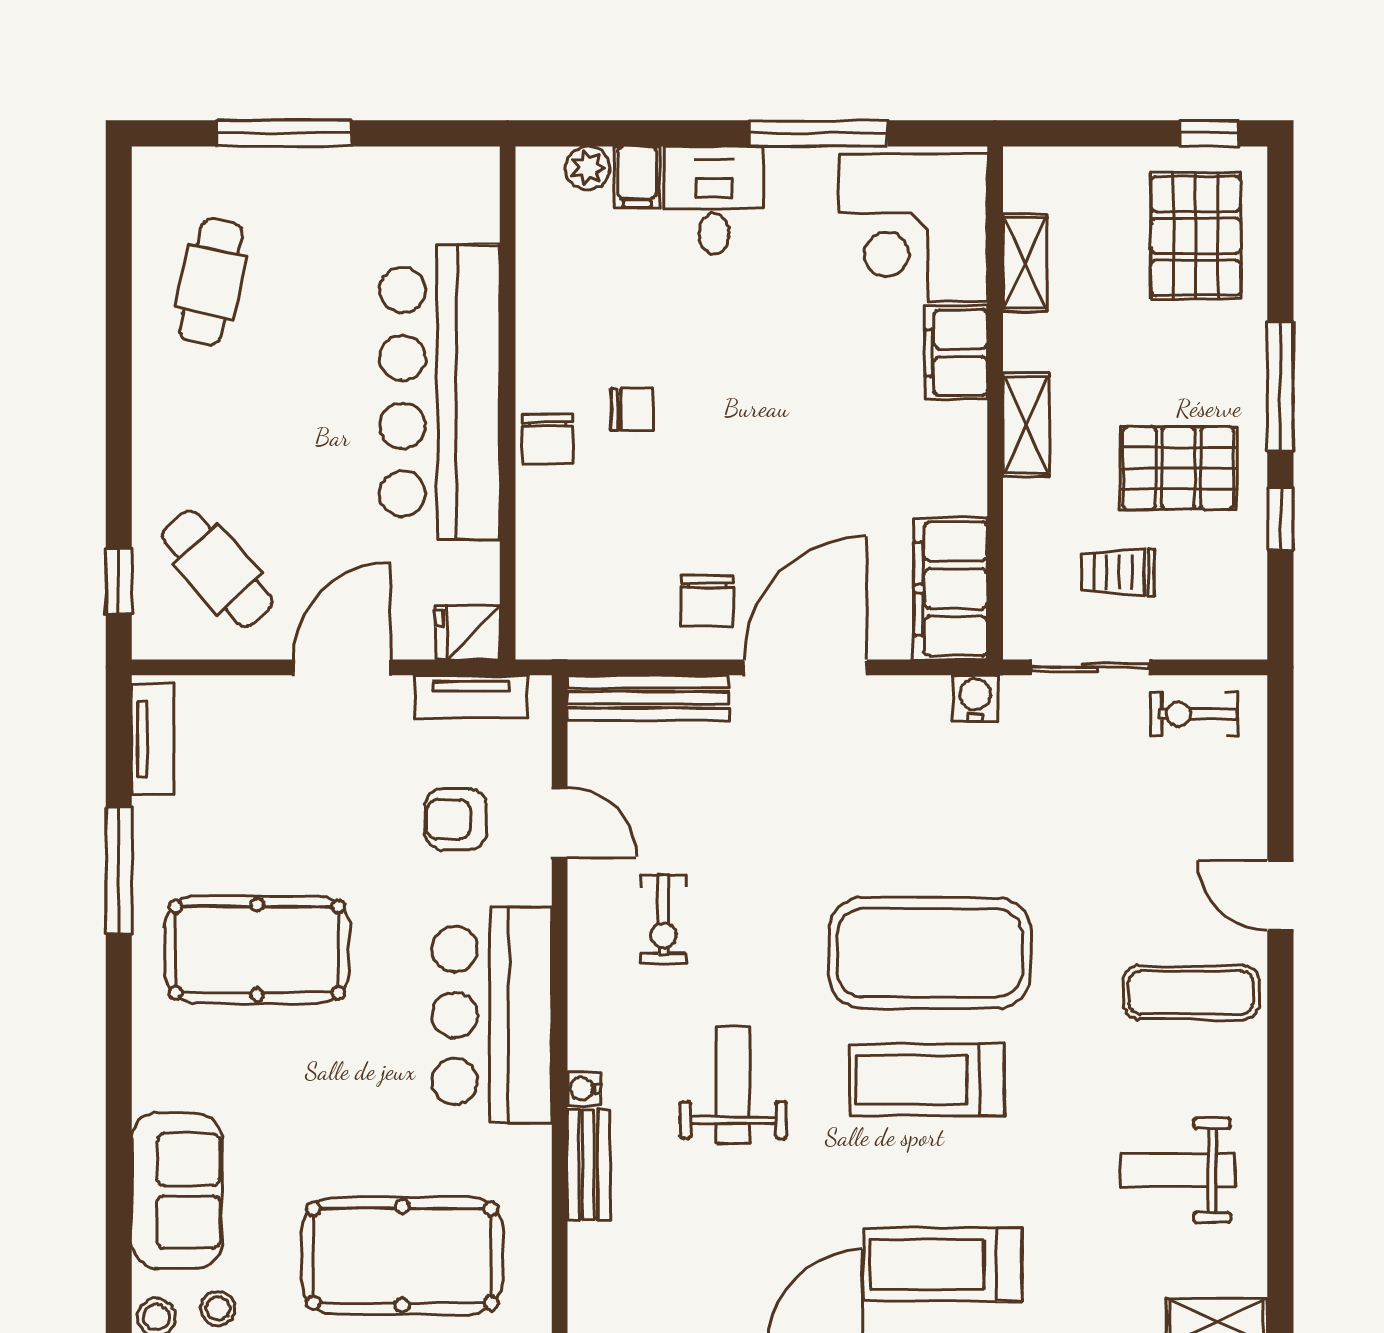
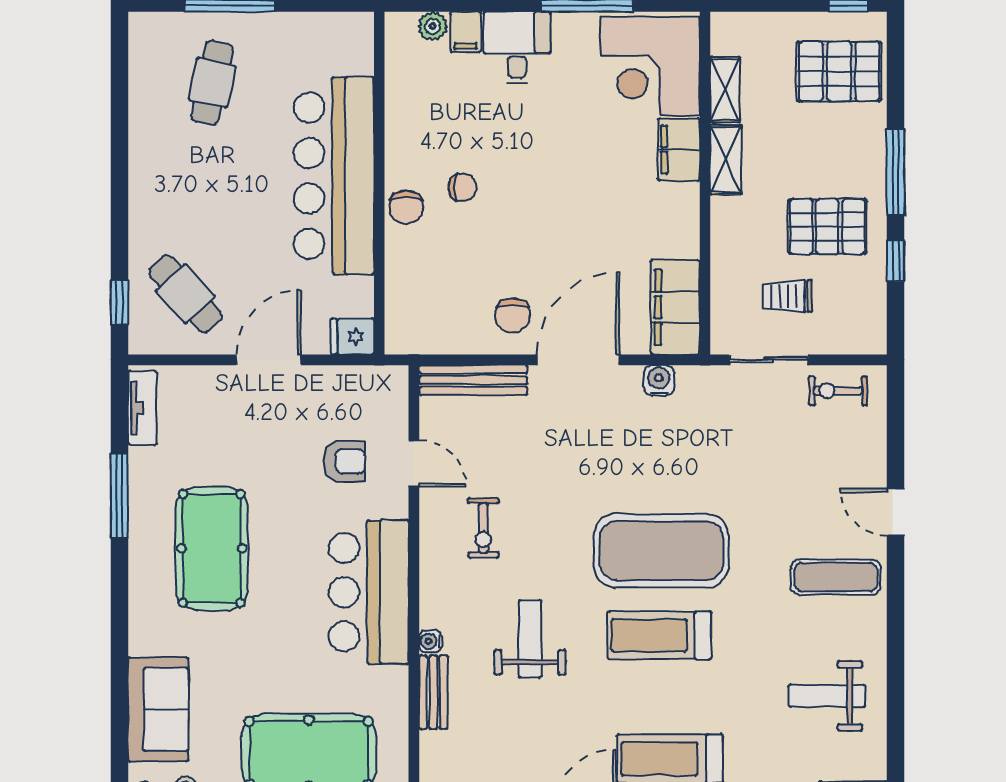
pallet: (1196, 236) -> (839, 71), turned 90
cafe table: (211, 282) -> (212, 83), moved
shelving: (1026, 425) -> (726, 160), moved
tv unit: (471, 697) -> (355, 379), removed
water cooler: (975, 698) -> (659, 380), moved
armchair: (456, 819) -> (345, 461), turned 180
pool table: (257, 950) -> (212, 548), turned 90

